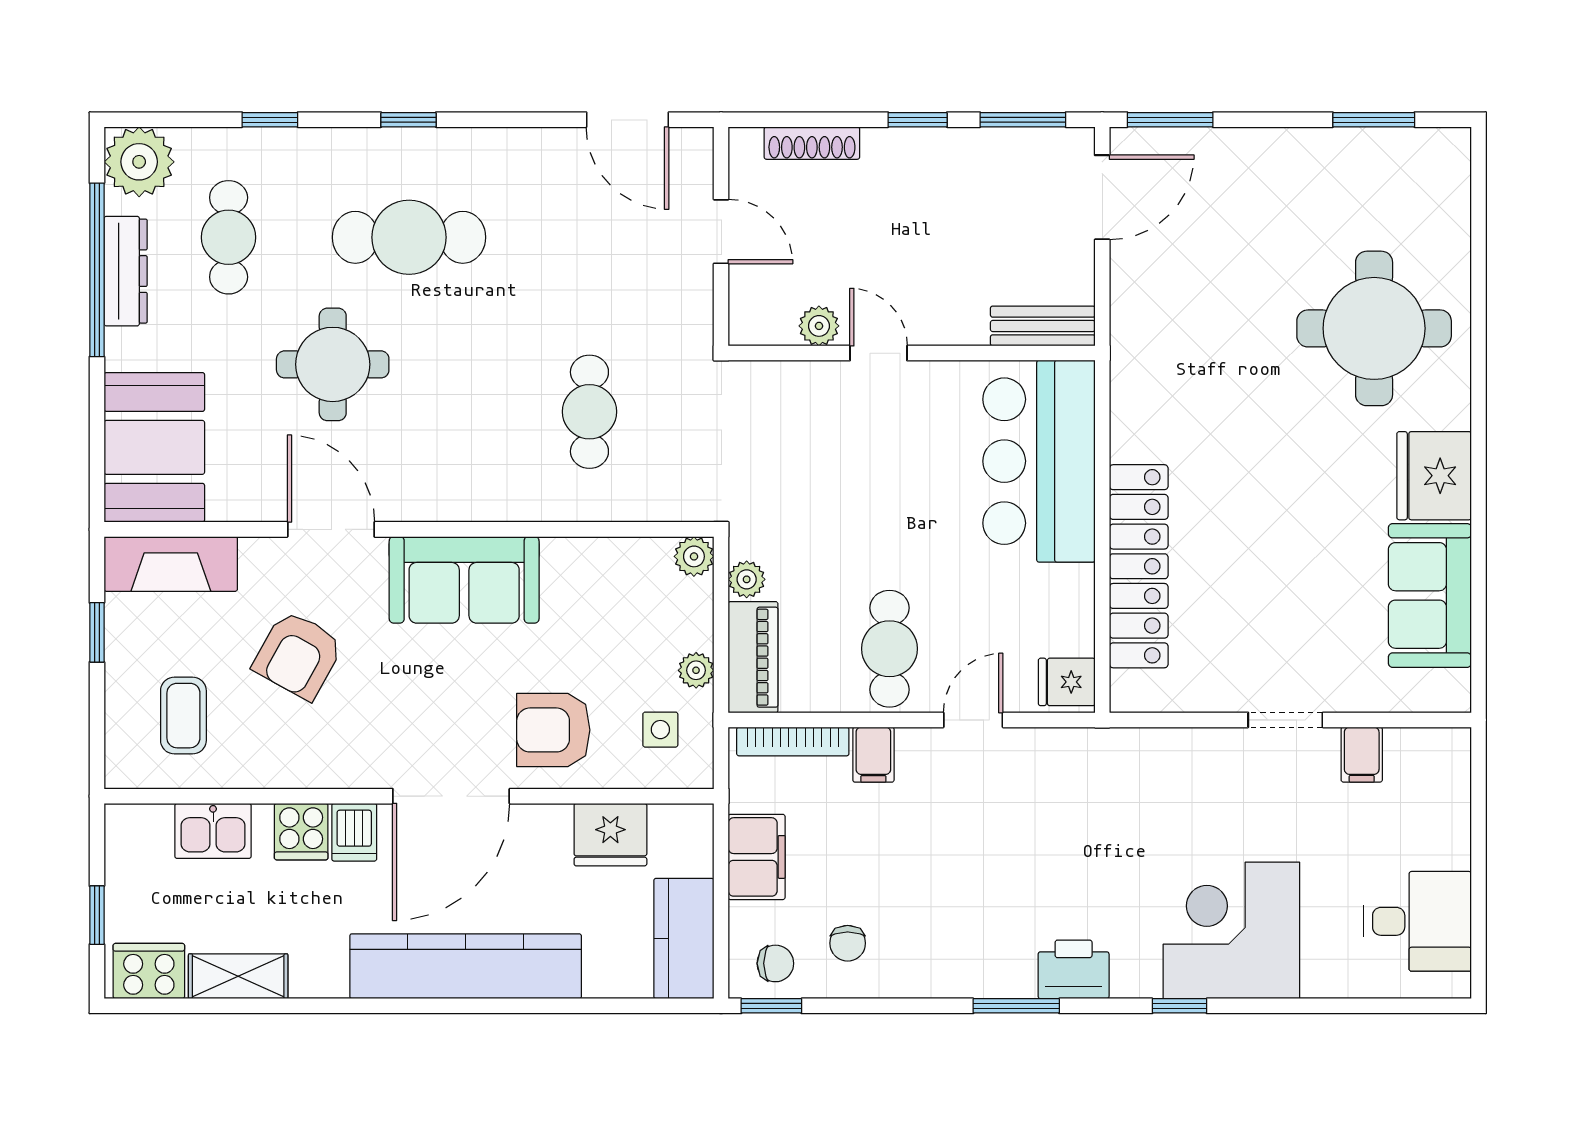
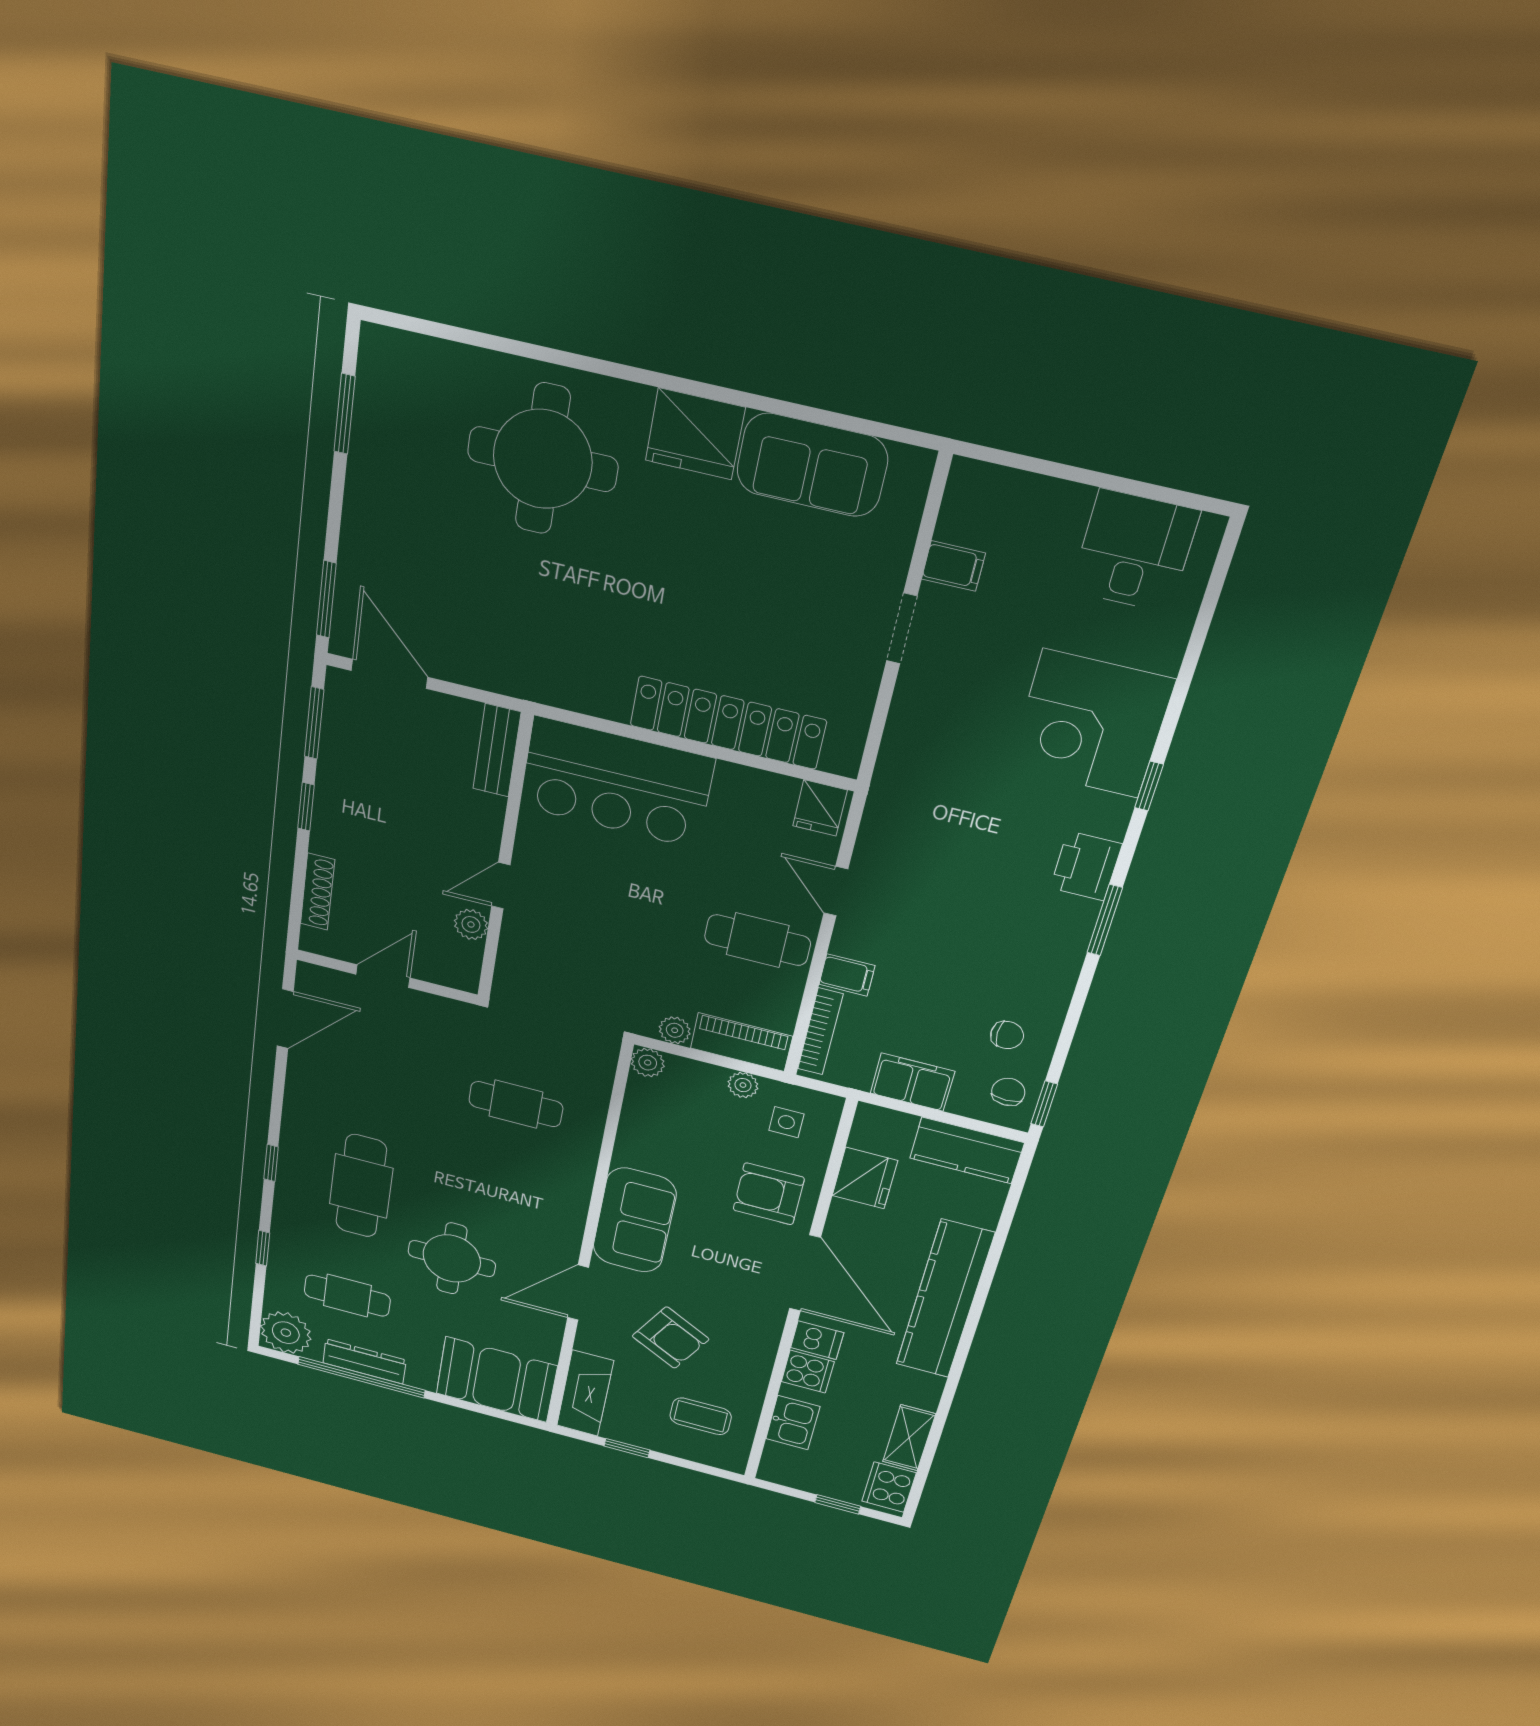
armchair: (553, 730) -> (769, 1194), turned 90

